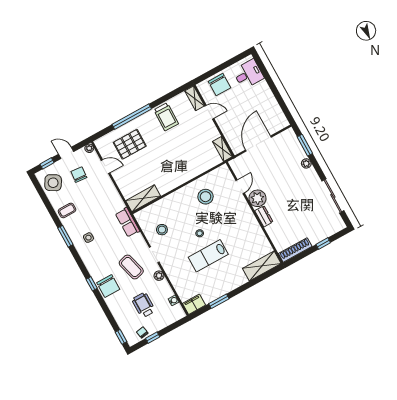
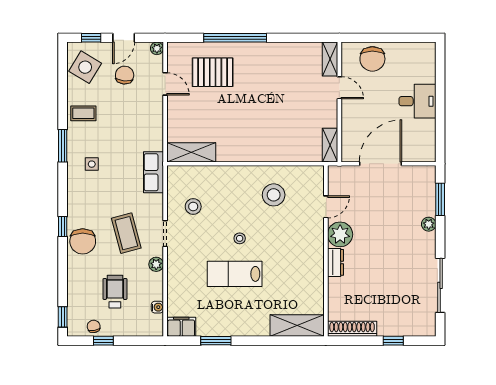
desk: (248, 74) -> (417, 101), moved
trolley: (166, 117) -> (280, 63), removed
door: (66, 153) -> (124, 38), swing flipped

